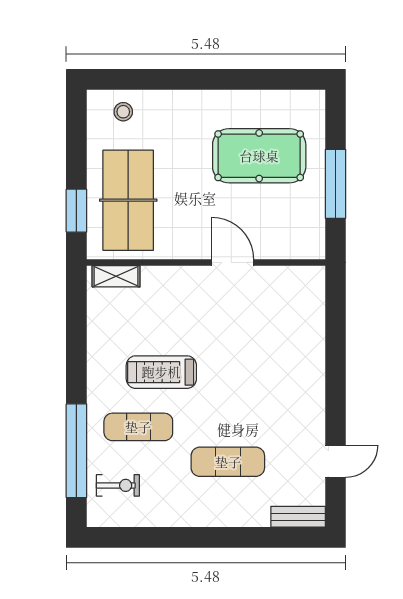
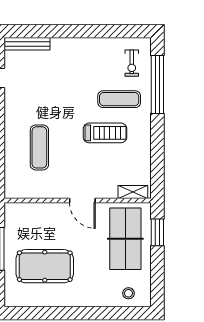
door: (233, 262) -> (82, 200), moved
exercise mat: (228, 462) -> (39, 147), moved, turned 90
exercise bike: (118, 485) -> (132, 63), turned -90
bench: (298, 517) -> (27, 44), width x1.36

